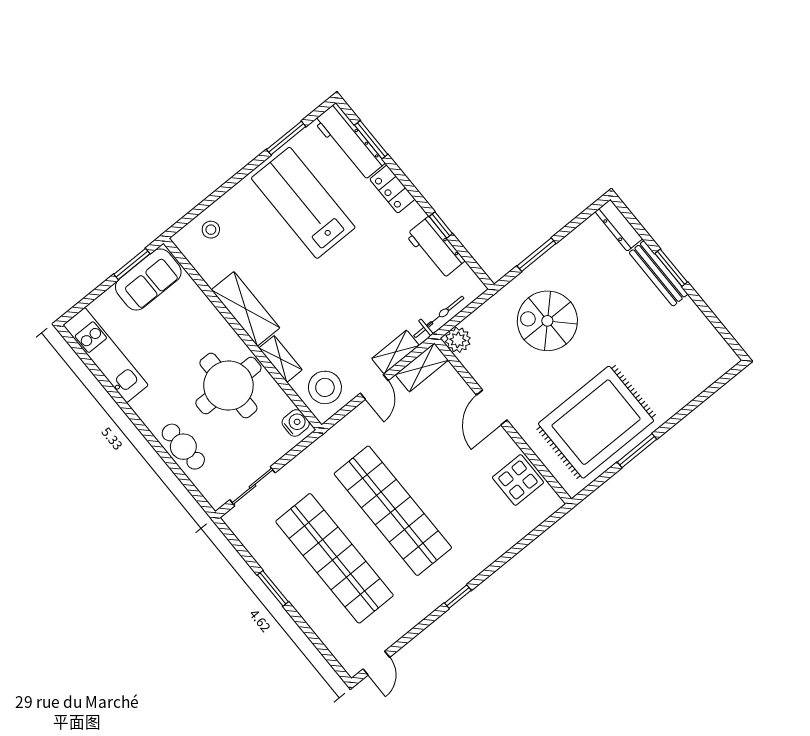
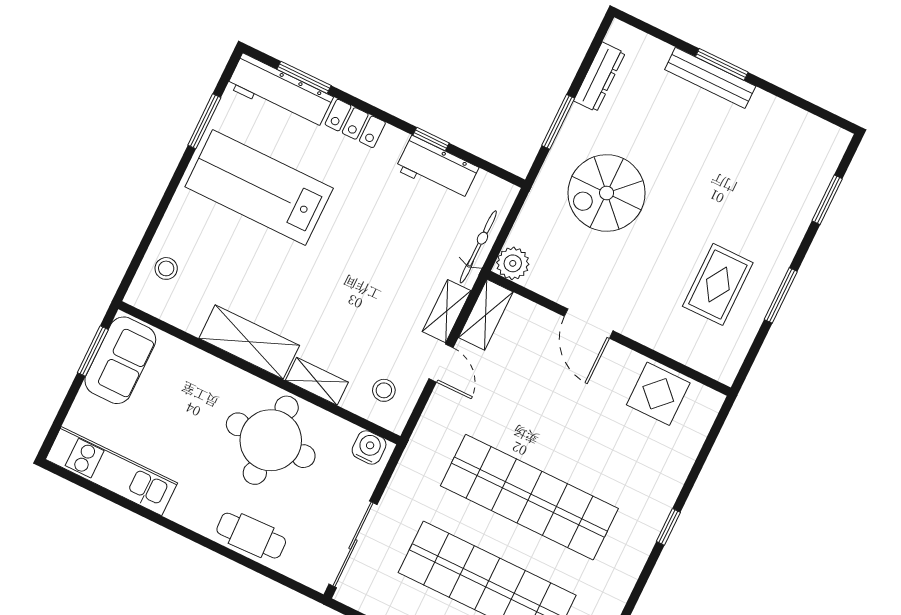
dresser: (619, 225) -> (599, 77), moved, turned -90
stool: (325, 387) -> (384, 390), width x0.53, depth x0.53
window: (701, 398) -> (827, 200), added
rug: (596, 422) -> (718, 284), width x0.54, depth x0.49
sliding door: (252, 486) -> (353, 544), width x1.37
window: (458, 597) -> (668, 527), moved

